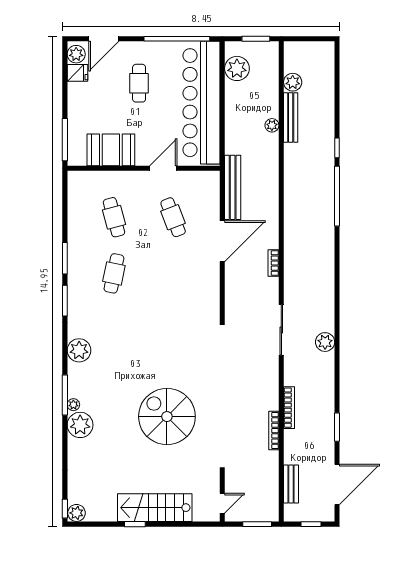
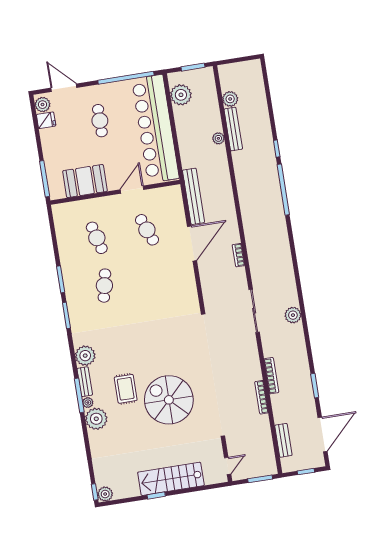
door: (104, 39) -> (64, 88), swing flipped
bench: (74, 380) -> (85, 382), added
rug: (119, 396) -> (126, 389), added

